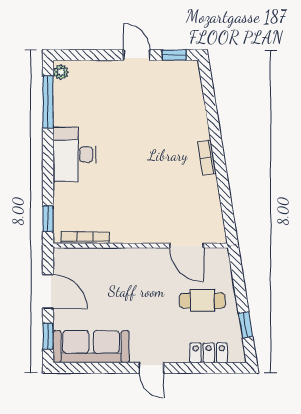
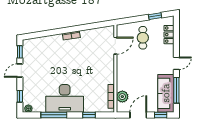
window: (85, 55) -> (20, 96), added
window: (48, 102) -> (54, 115), moved
desk: (75, 154) -> (65, 98), width x1.36, depth x1.30
window: (48, 219) -> (89, 115), moved
plant: (85, 260) -> (122, 97), added
window: (98, 368) -> (176, 90), added

